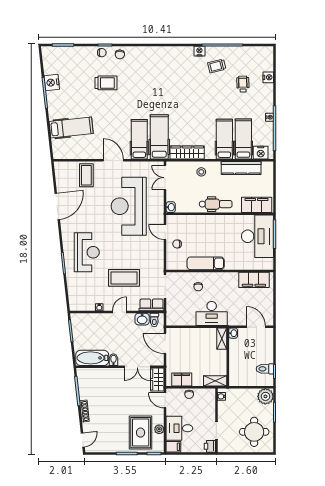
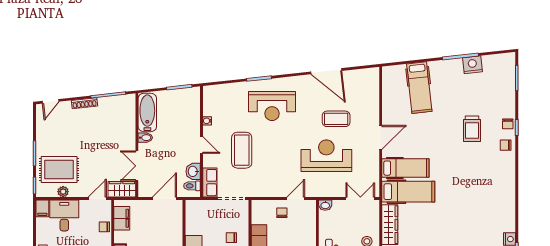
coffee table: (86, 175) -> (336, 119), moved
reception desk: (129, 206) -> (326, 156), width x0.74, depth x0.77
door: (83, 440) -> (50, 101), hinge flipped

